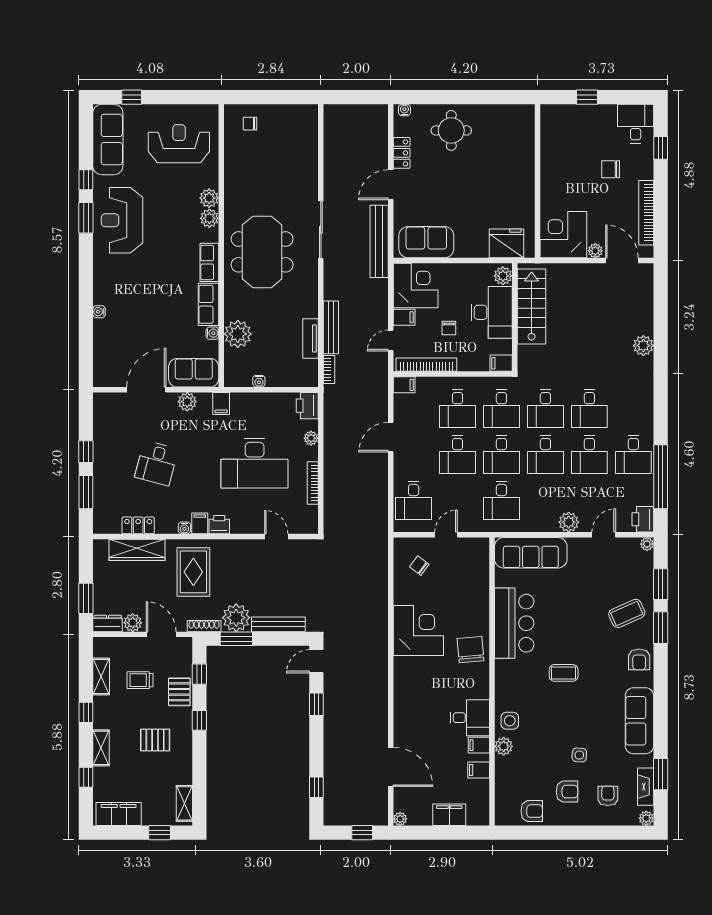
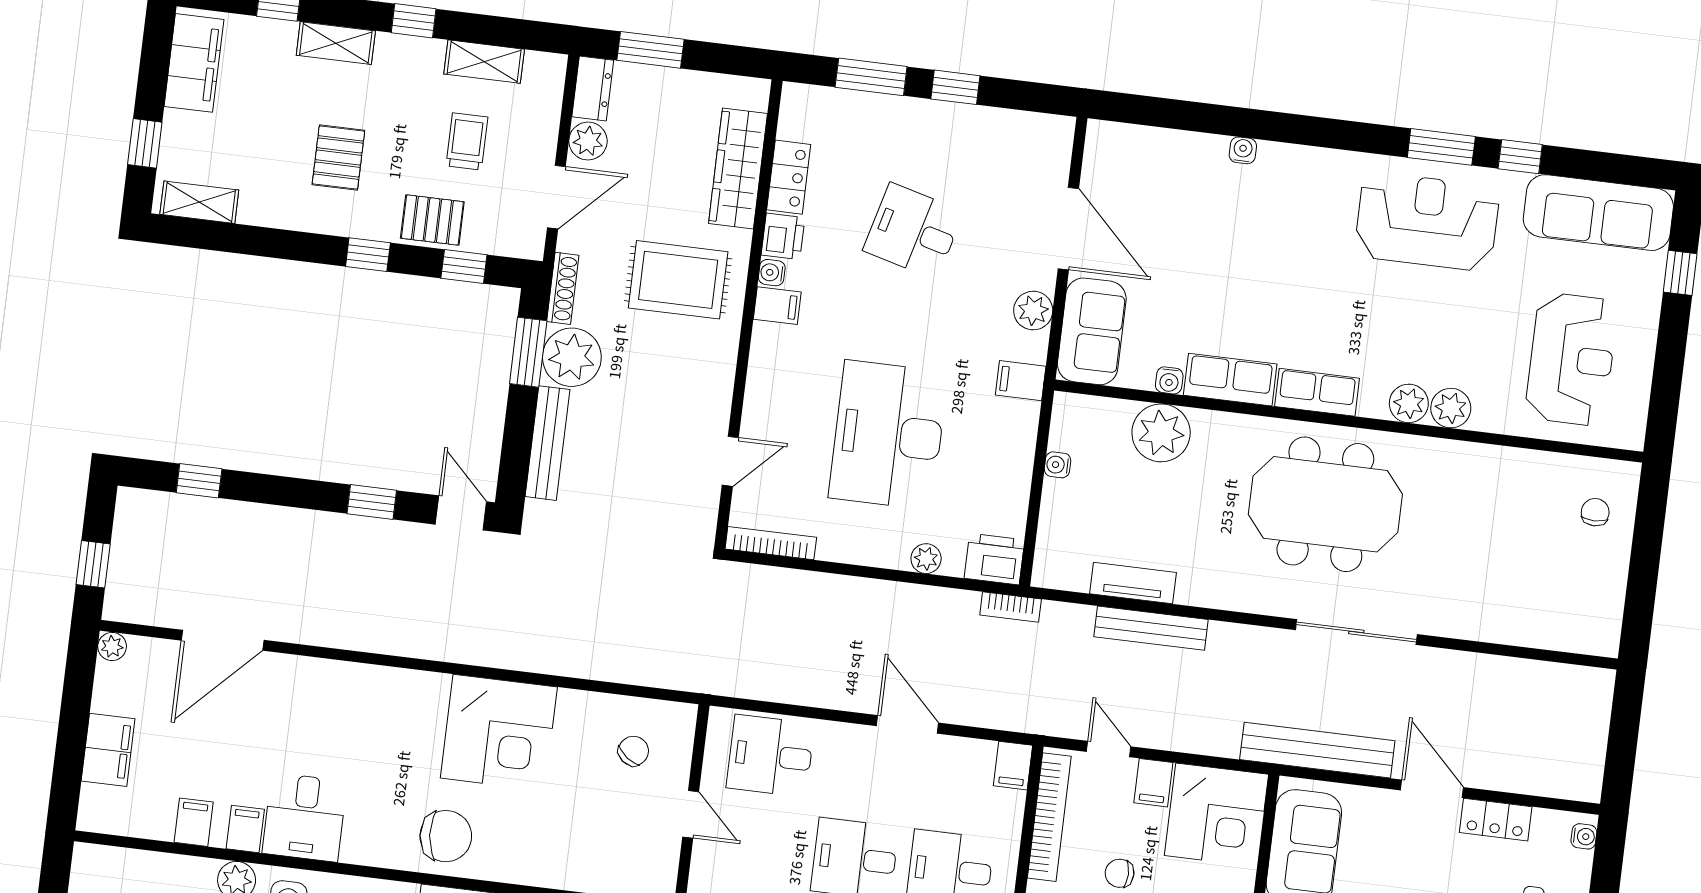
bookcase: (329, 369) -> (1011, 607), moved
bookcase: (313, 483) -> (771, 543), moved
printer: (219, 525) -> (783, 236), moved

